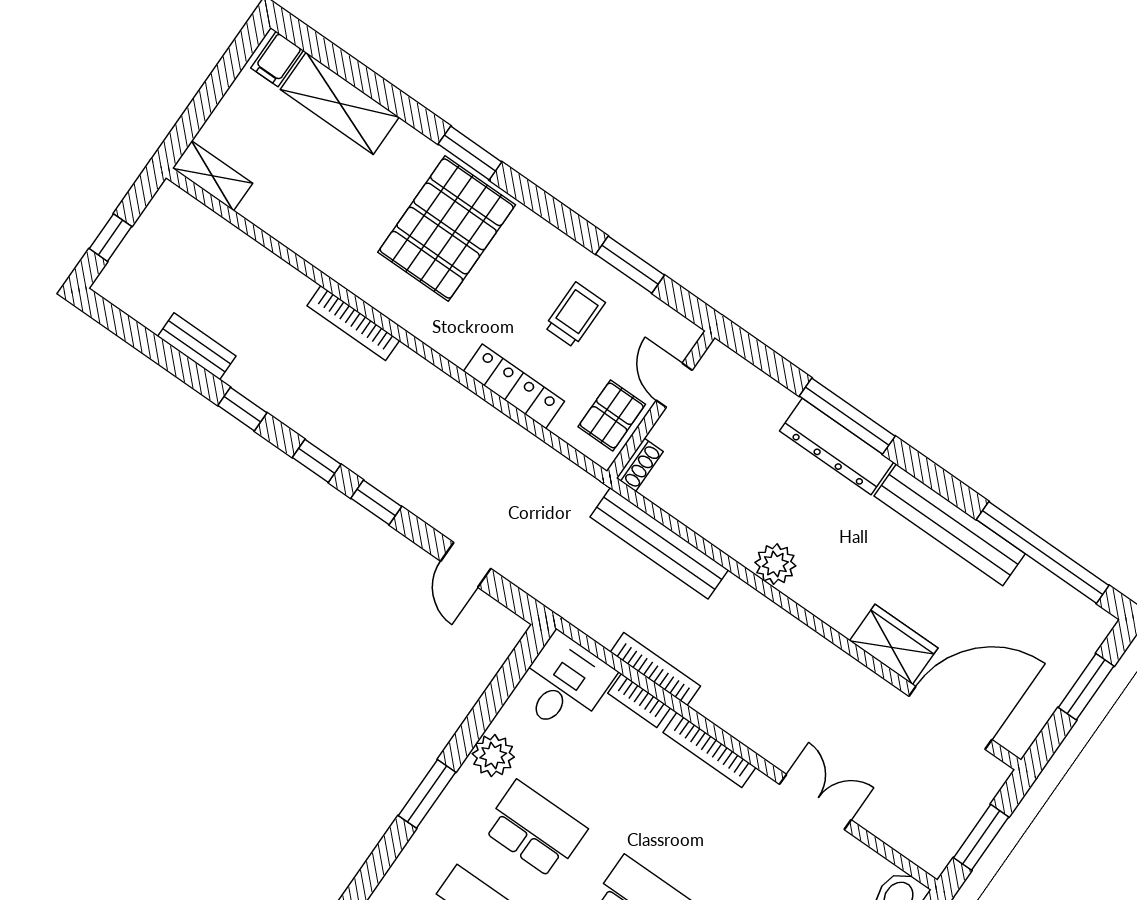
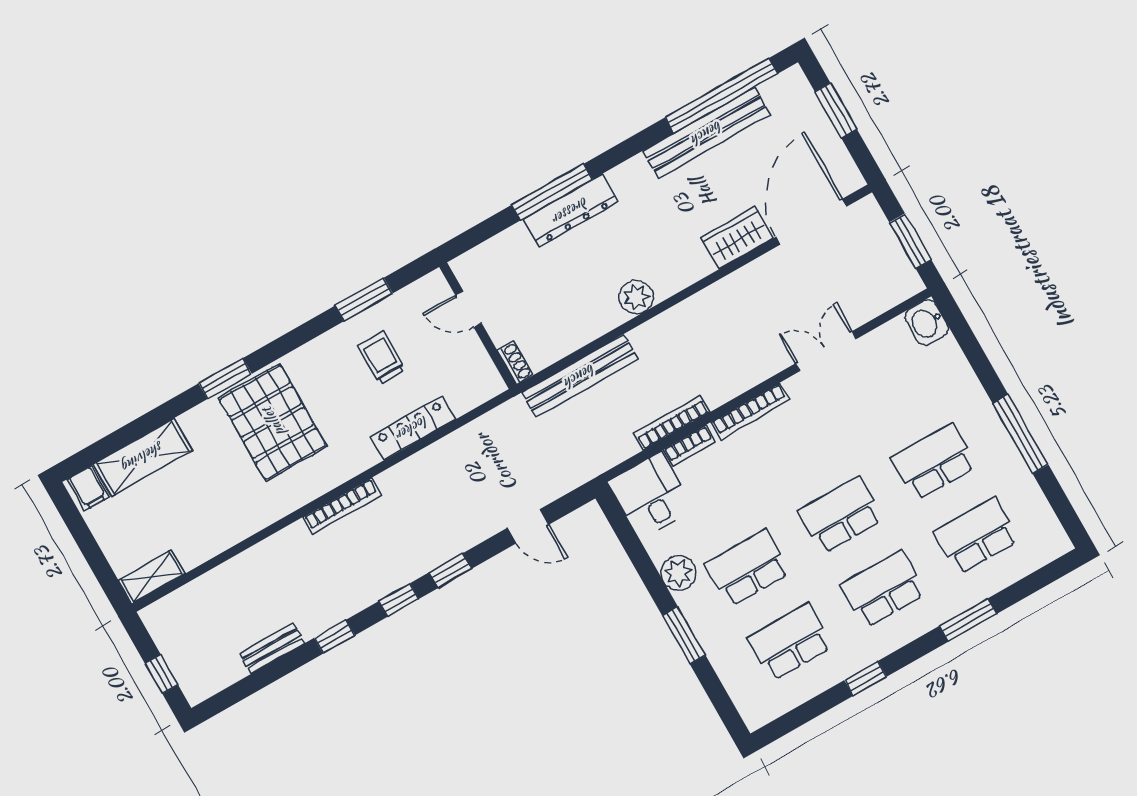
bookcase: (353, 323) -> (342, 506), moved
pallet: (612, 415) -> (469, 366), removed
bench: (950, 525) -> (707, 133), moved

